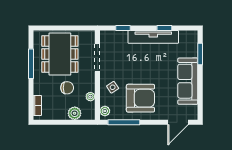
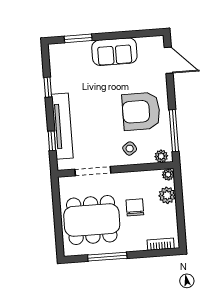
tv unit: (153, 37) -> (62, 126), moved
sofa: (188, 81) -> (114, 52), width x0.73
plant: (90, 97) -> (168, 175), moved
armchair: (140, 98) -> (141, 111), turned -90

